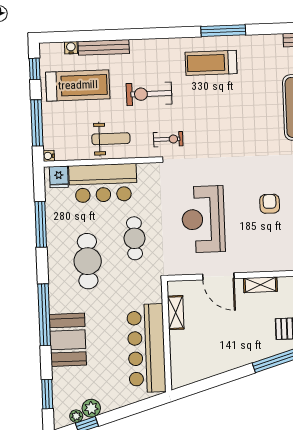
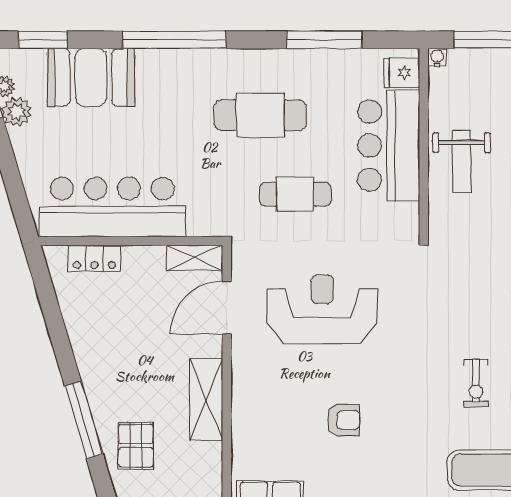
exercise bike: (168, 139) -> (476, 383), moved
door: (218, 276) -> (227, 308), moved
shelving: (260, 285) -> (206, 400), width x1.50, depth x1.33
shelving: (176, 313) -> (195, 258), moved
booth: (68, 340) -> (91, 77), moved
locker: (178, 358) -> (94, 258), added

